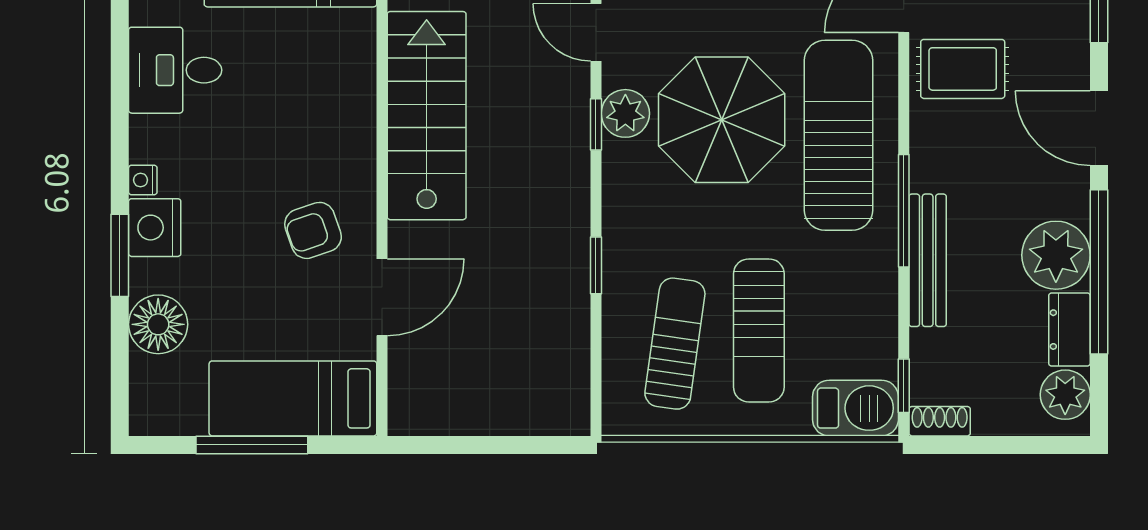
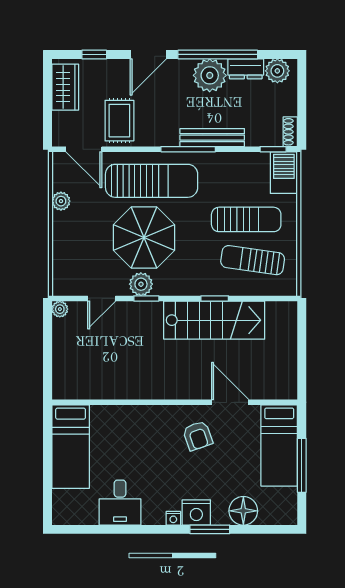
stairs: (427, 116) -> (214, 320), moved, turned 180
sun lounger: (839, 135) -> (152, 181), turned 180

